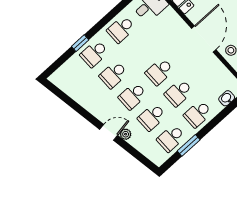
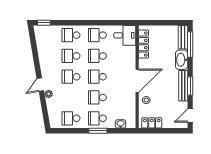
window: (80, 43) -> (44, 23), moved
school desk: (152, 117) -> (97, 56), moved
door: (109, 132) -> (40, 85), swing flipped
window: (189, 145) -> (98, 131), moved

